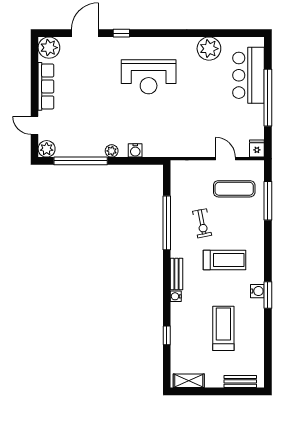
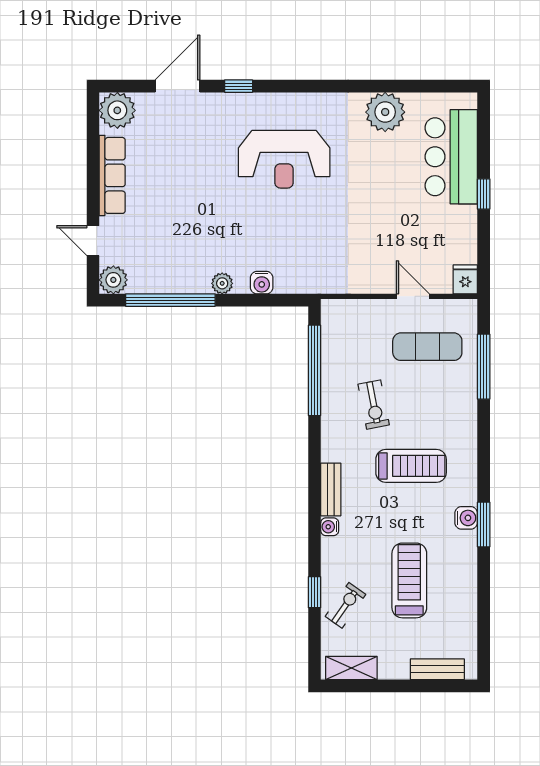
window: (268, 98) -> (484, 194), width x0.32
window: (167, 223) -> (314, 370), moved
exercise bike: (185, 343) -> (345, 605), added

